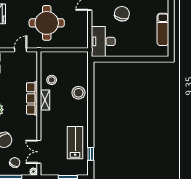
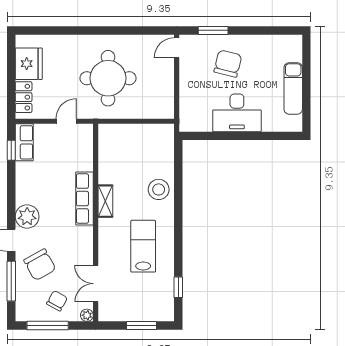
desk: (103, 41) -> (237, 113), moved, turned -90
stool: (52, 80) -> (116, 169), removed
lab bench: (75, 143) -> (143, 246), moved

